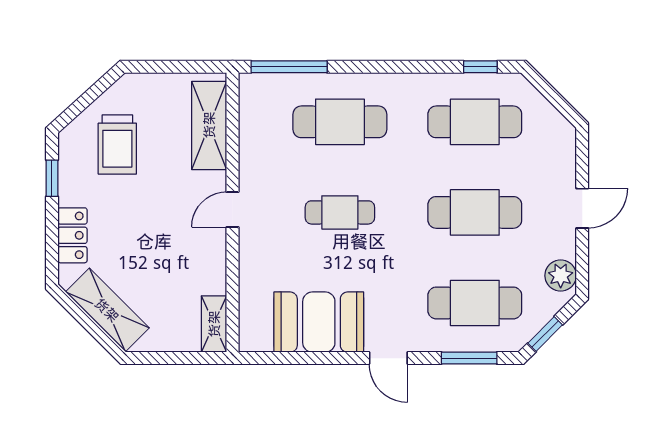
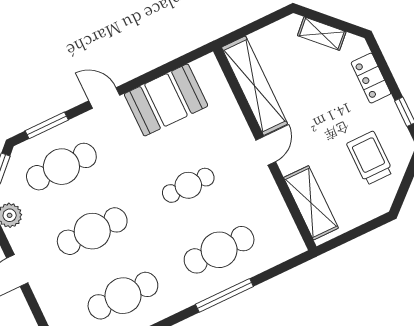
window: (289, 67) -> (224, 295), moved
shelving: (107, 310) -> (322, 34), width x0.67, depth x0.75
shelving: (214, 324) -> (255, 86), width x2.20, depth x1.33

